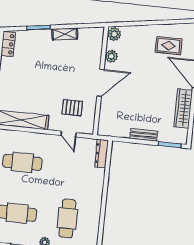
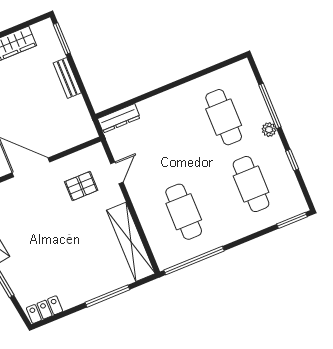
pallet: (72, 108) -> (81, 186), turned 90
cafe table: (67, 218) -> (224, 117), turned 90

